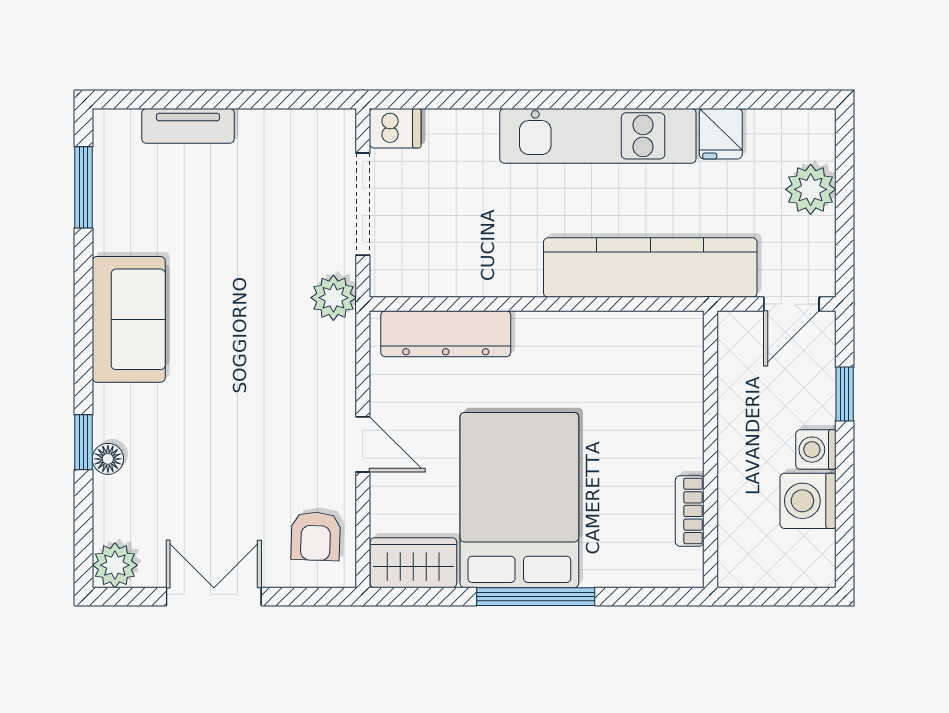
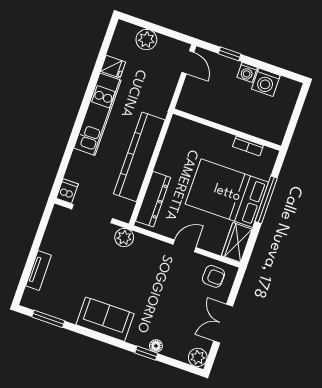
kitchen counter: (650, 268) -> (139, 157), moved
wall: (710, 449) -> (227, 130), moved
bookcase: (690, 511) -> (248, 146), moved

